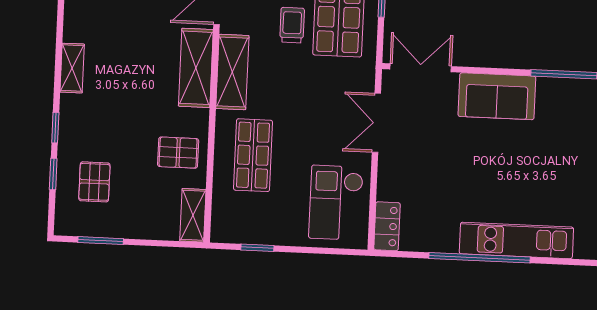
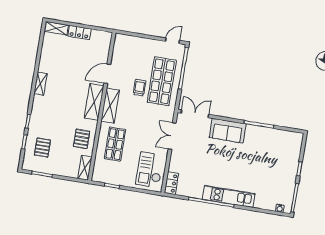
shelving: (72, 68) -> (40, 84), moved
pallet: (178, 153) -> (82, 139), turned 90

